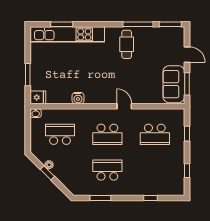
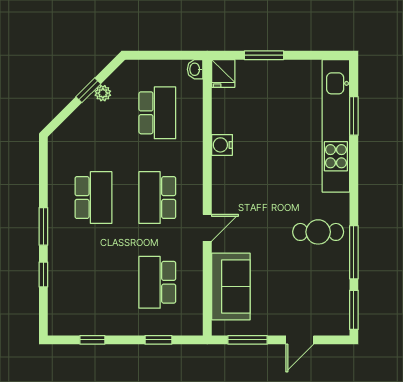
sofa: (174, 84) -> (231, 286), moved, turned 90
window: (100, 198) -> (43, 226), moved

